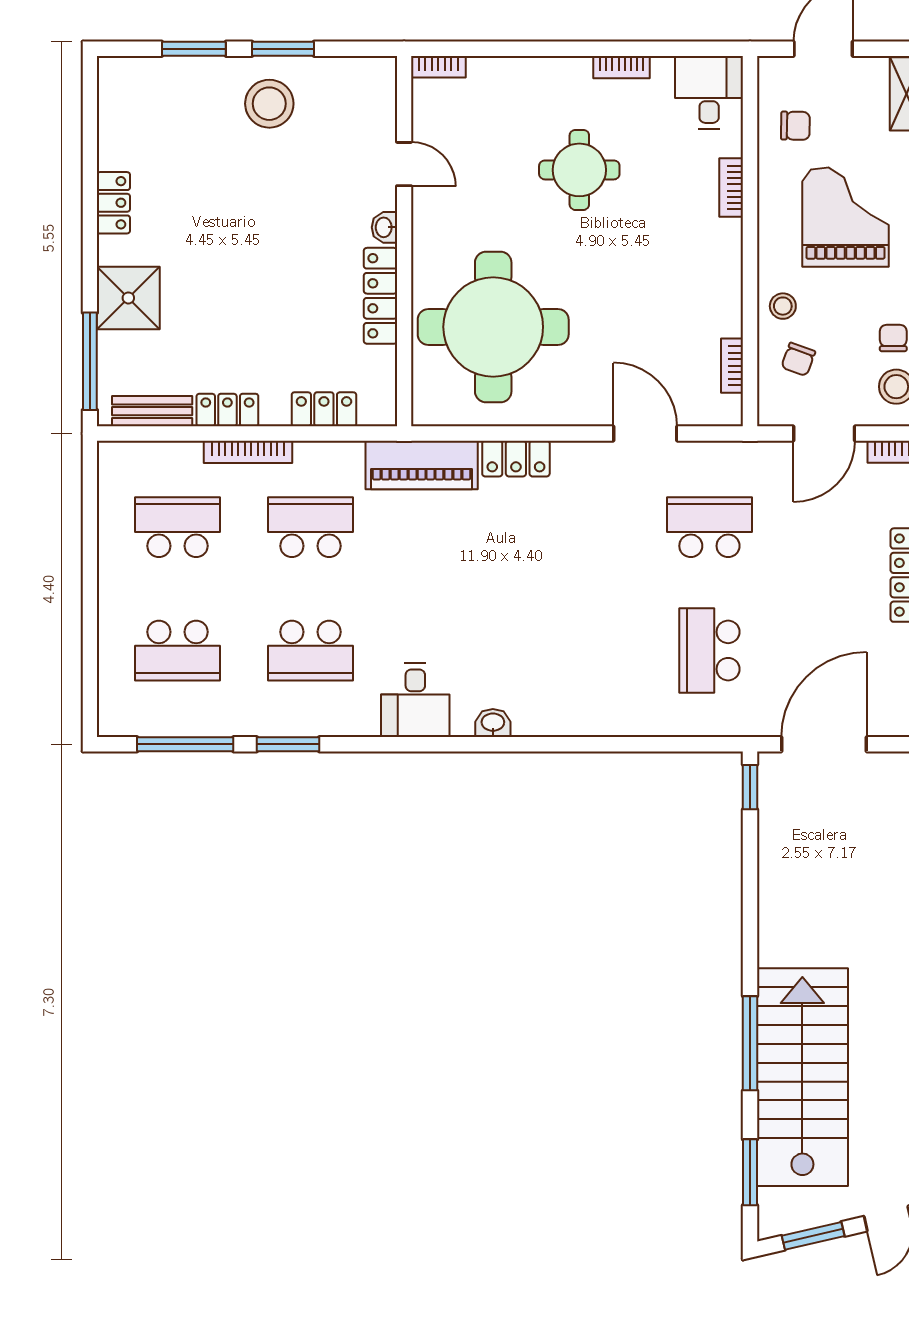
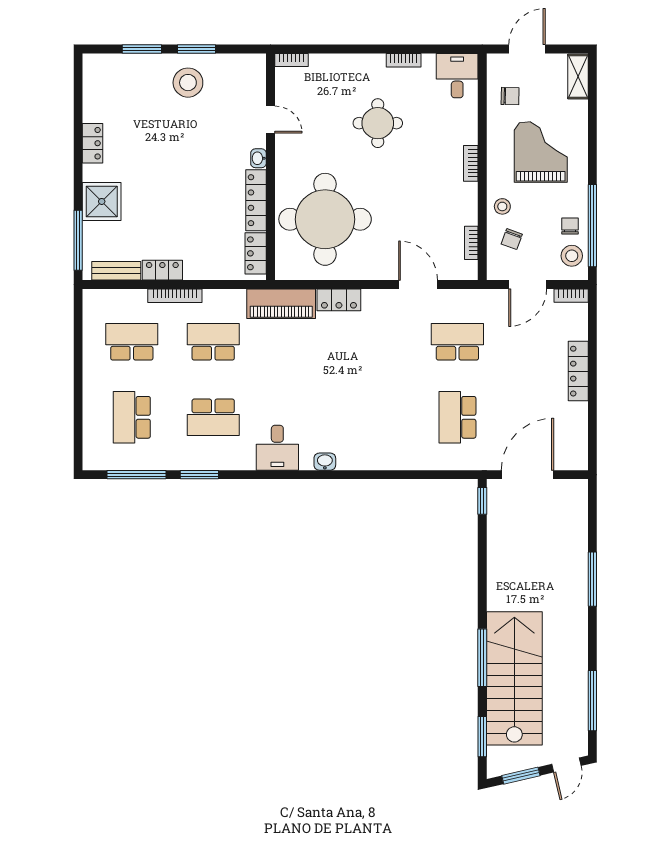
bookcase: (731, 188) -> (471, 163), moved
locker: (324, 409) -> (256, 253), moved, turned -90
school desk: (178, 651) -> (132, 417), turned 90

